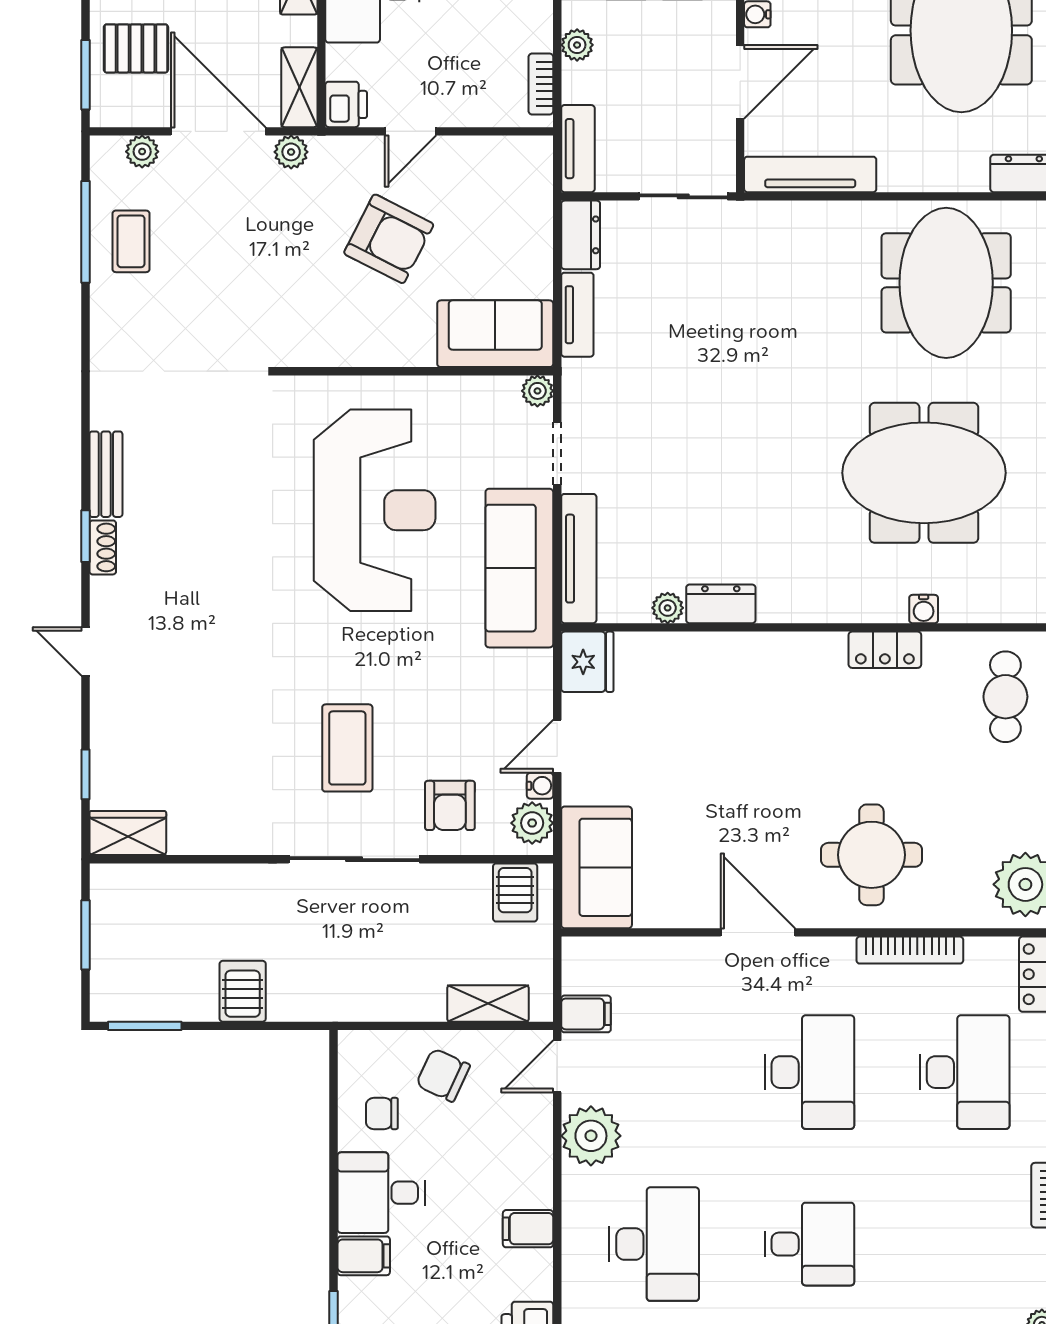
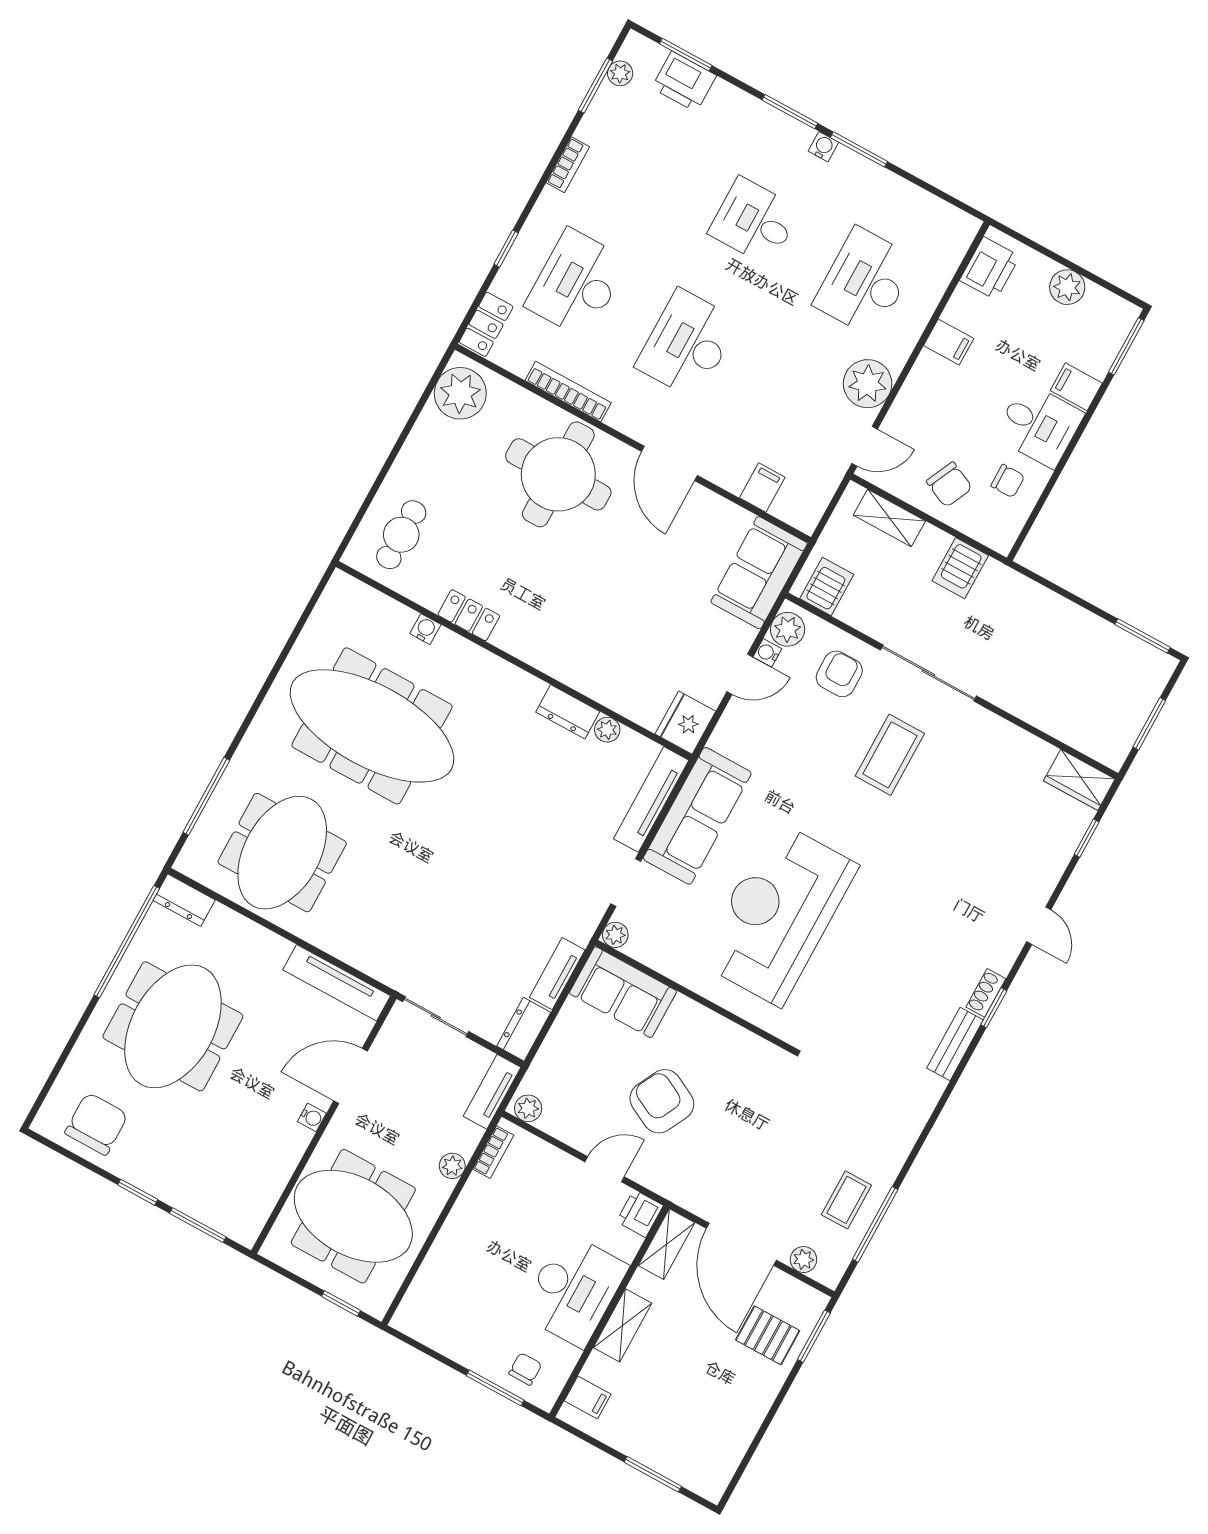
plant: (291, 152) -> (528, 1108), moved
meeting table: (924, 473) -> (372, 726), width x1.36
round table: (871, 855) -> (558, 474), width x1.36, depth x1.36
server rack: (243, 991) -> (960, 568), moved
filing cabinet: (586, 1014) -> (762, 488), moved, turned 90

